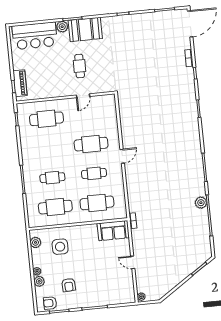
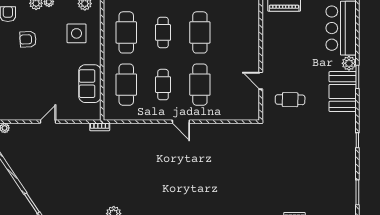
cafe table: (80, 66) -> (290, 100), moved
cafe table: (47, 119) -> (200, 32), moved
sofa: (113, 231) -> (90, 84), moved

